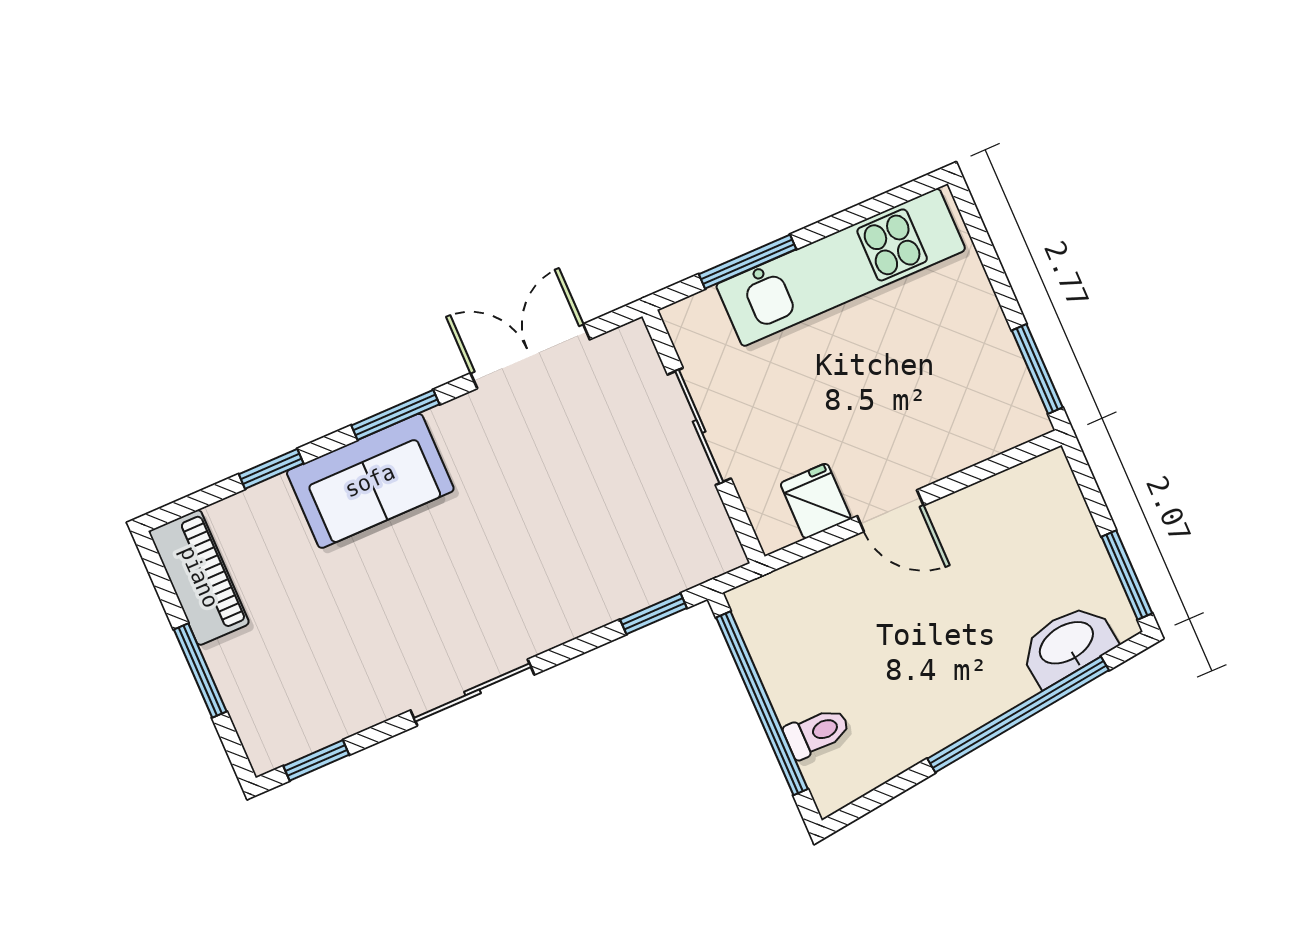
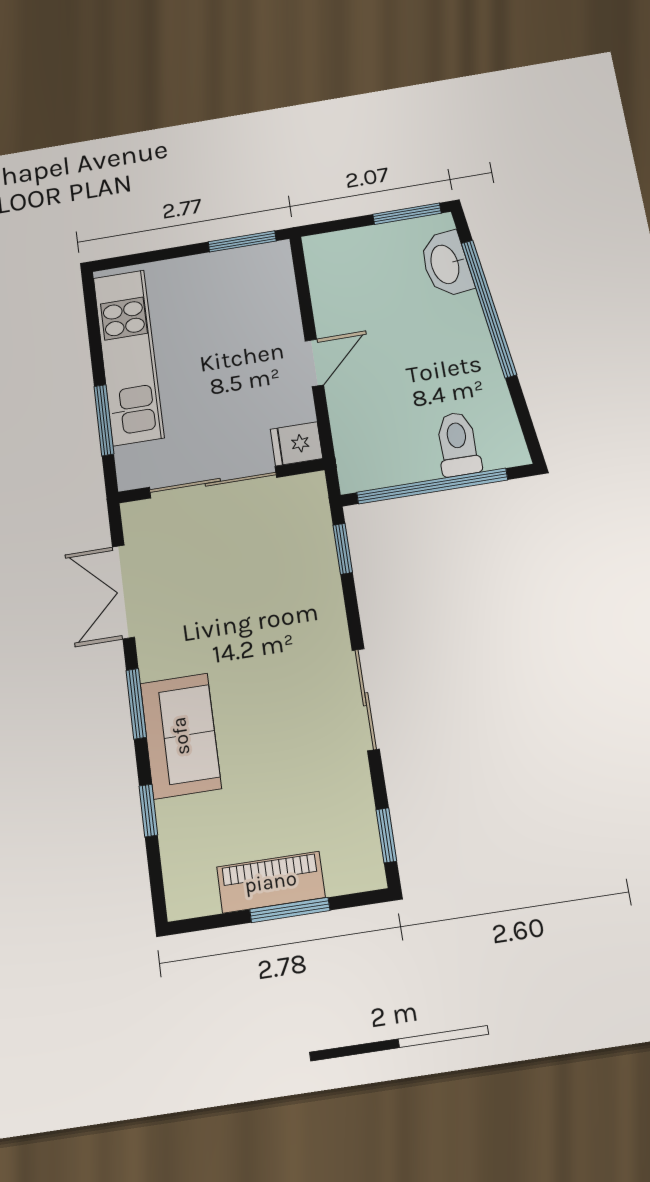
sliding door: (699, 427) -> (213, 482), width x1.37
fridge: (816, 501) -> (296, 444), moved
piano: (199, 577) -> (271, 882), moved
toilet: (817, 733) -> (458, 444), width x1.37, depth x1.39

